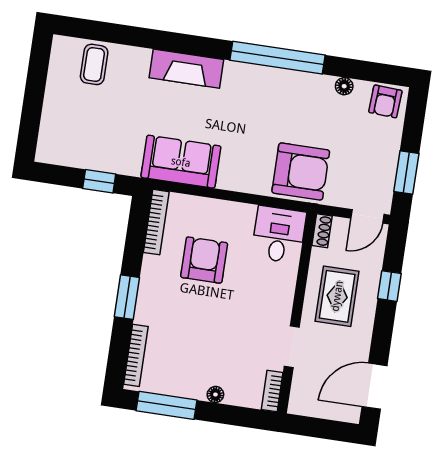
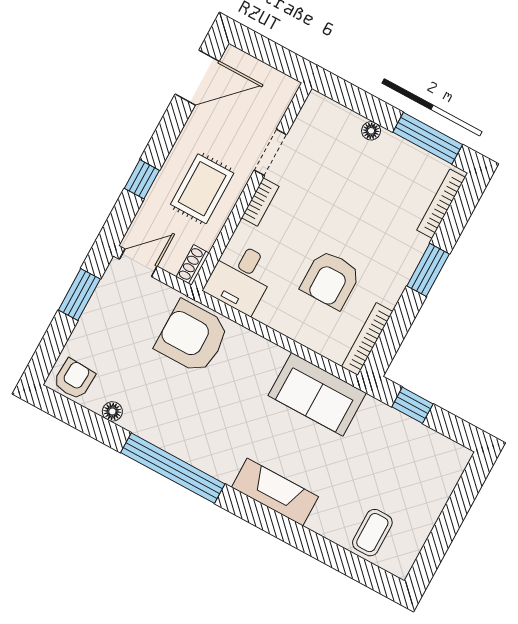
bookcase: (272, 391) -> (260, 202), moved

